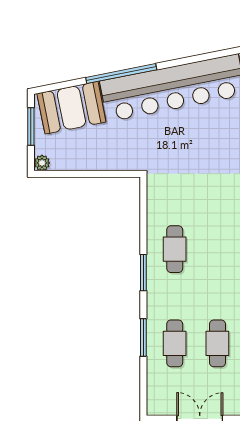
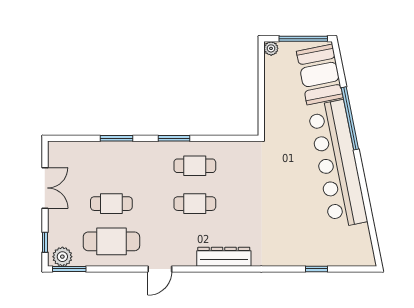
window: (31, 126) -> (303, 39), width x1.44
cafe table: (175, 343) -> (195, 204), moved

